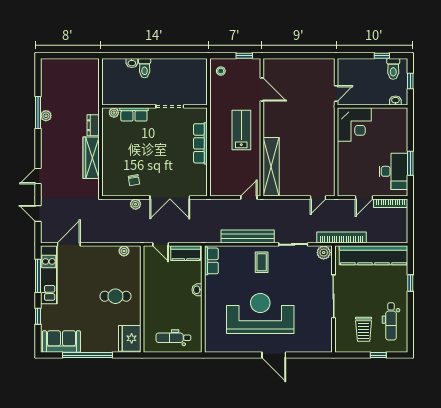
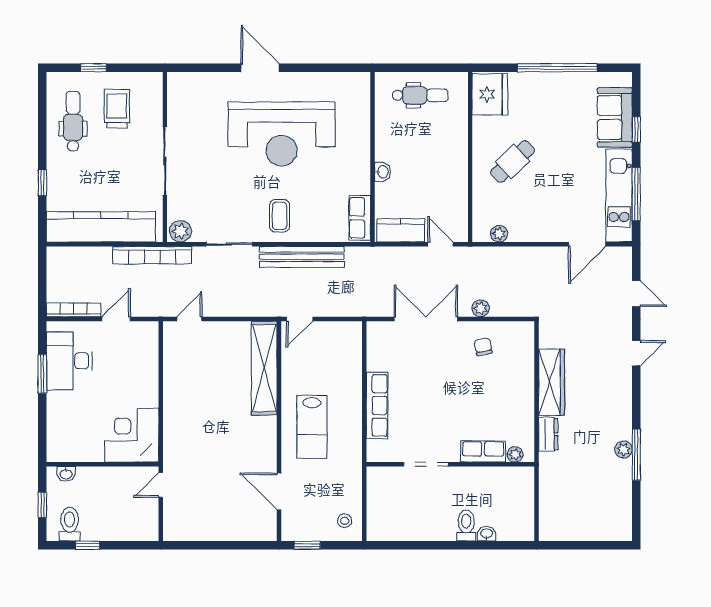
cafe table: (115, 296) -> (513, 162), turned -43
sofa: (61, 342) -> (615, 118), moved, turned 90

